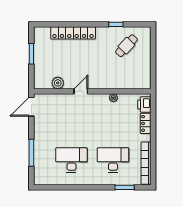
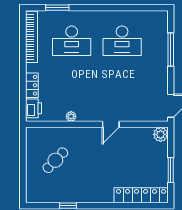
locker: (73, 33) -> (141, 195), moved
cafe table: (126, 46) -> (55, 160), moved
plant: (58, 83) -> (161, 134), moved

